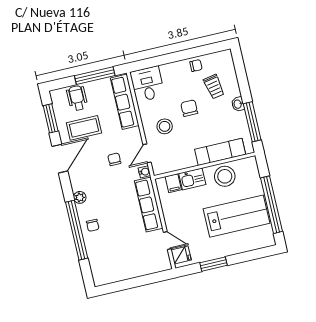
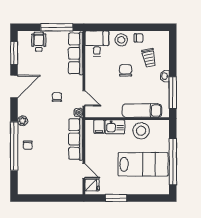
stool: (165, 126) -> (121, 40), moved
coffee table: (84, 128) -> (39, 67), removed
door: (147, 153) -> (84, 98), swing flipped

